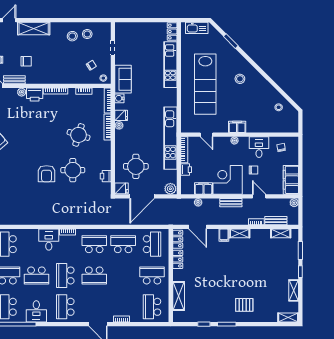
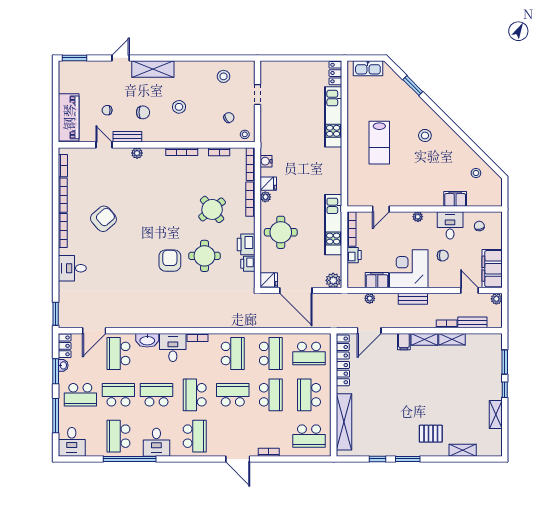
stool: (72, 36) -> (179, 107), moved
sofa: (123, 79) -> (271, 136), removed
lab bench: (205, 84) -> (379, 143), width x0.54, depth x0.72
printer: (35, 95) -> (246, 244), moved, turned 90
filing cabinet: (237, 127) -> (455, 199), moved
round table: (79, 135) -> (212, 209), turned 34
door: (207, 135) -> (381, 209), hinge flipped
kitchen unit: (170, 138) -> (333, 225), width x0.73
round table: (136, 166) -> (281, 232), moved
armchair: (47, 174) -> (170, 261), turned 180
door: (142, 196) -> (296, 291), hinge flipped
door: (259, 196) -> (469, 291), moved
door: (198, 227) -> (369, 331), hinge flipped
shelving: (281, 233) -> (452, 339), moved
washbasin: (29, 234) -> (147, 340), added
school desk: (94, 244) -> (233, 353), turned 90
school desk: (123, 244) -> (271, 353), turned 90
school desk: (152, 244) -> (309, 353), turned 90
school desk: (36, 275) -> (157, 395), turned 180
school desk: (94, 275) -> (233, 395), turned 180
school desk: (123, 275) -> (271, 395), added
school desk: (152, 275) -> (309, 395), turned -90
shelving: (179, 296) -> (344, 422), width x1.47
school desk: (65, 307) -> (195, 436), turned 180
school desk: (152, 307) -> (309, 436), turned -90
shelving: (288, 317) -> (463, 450), moved

